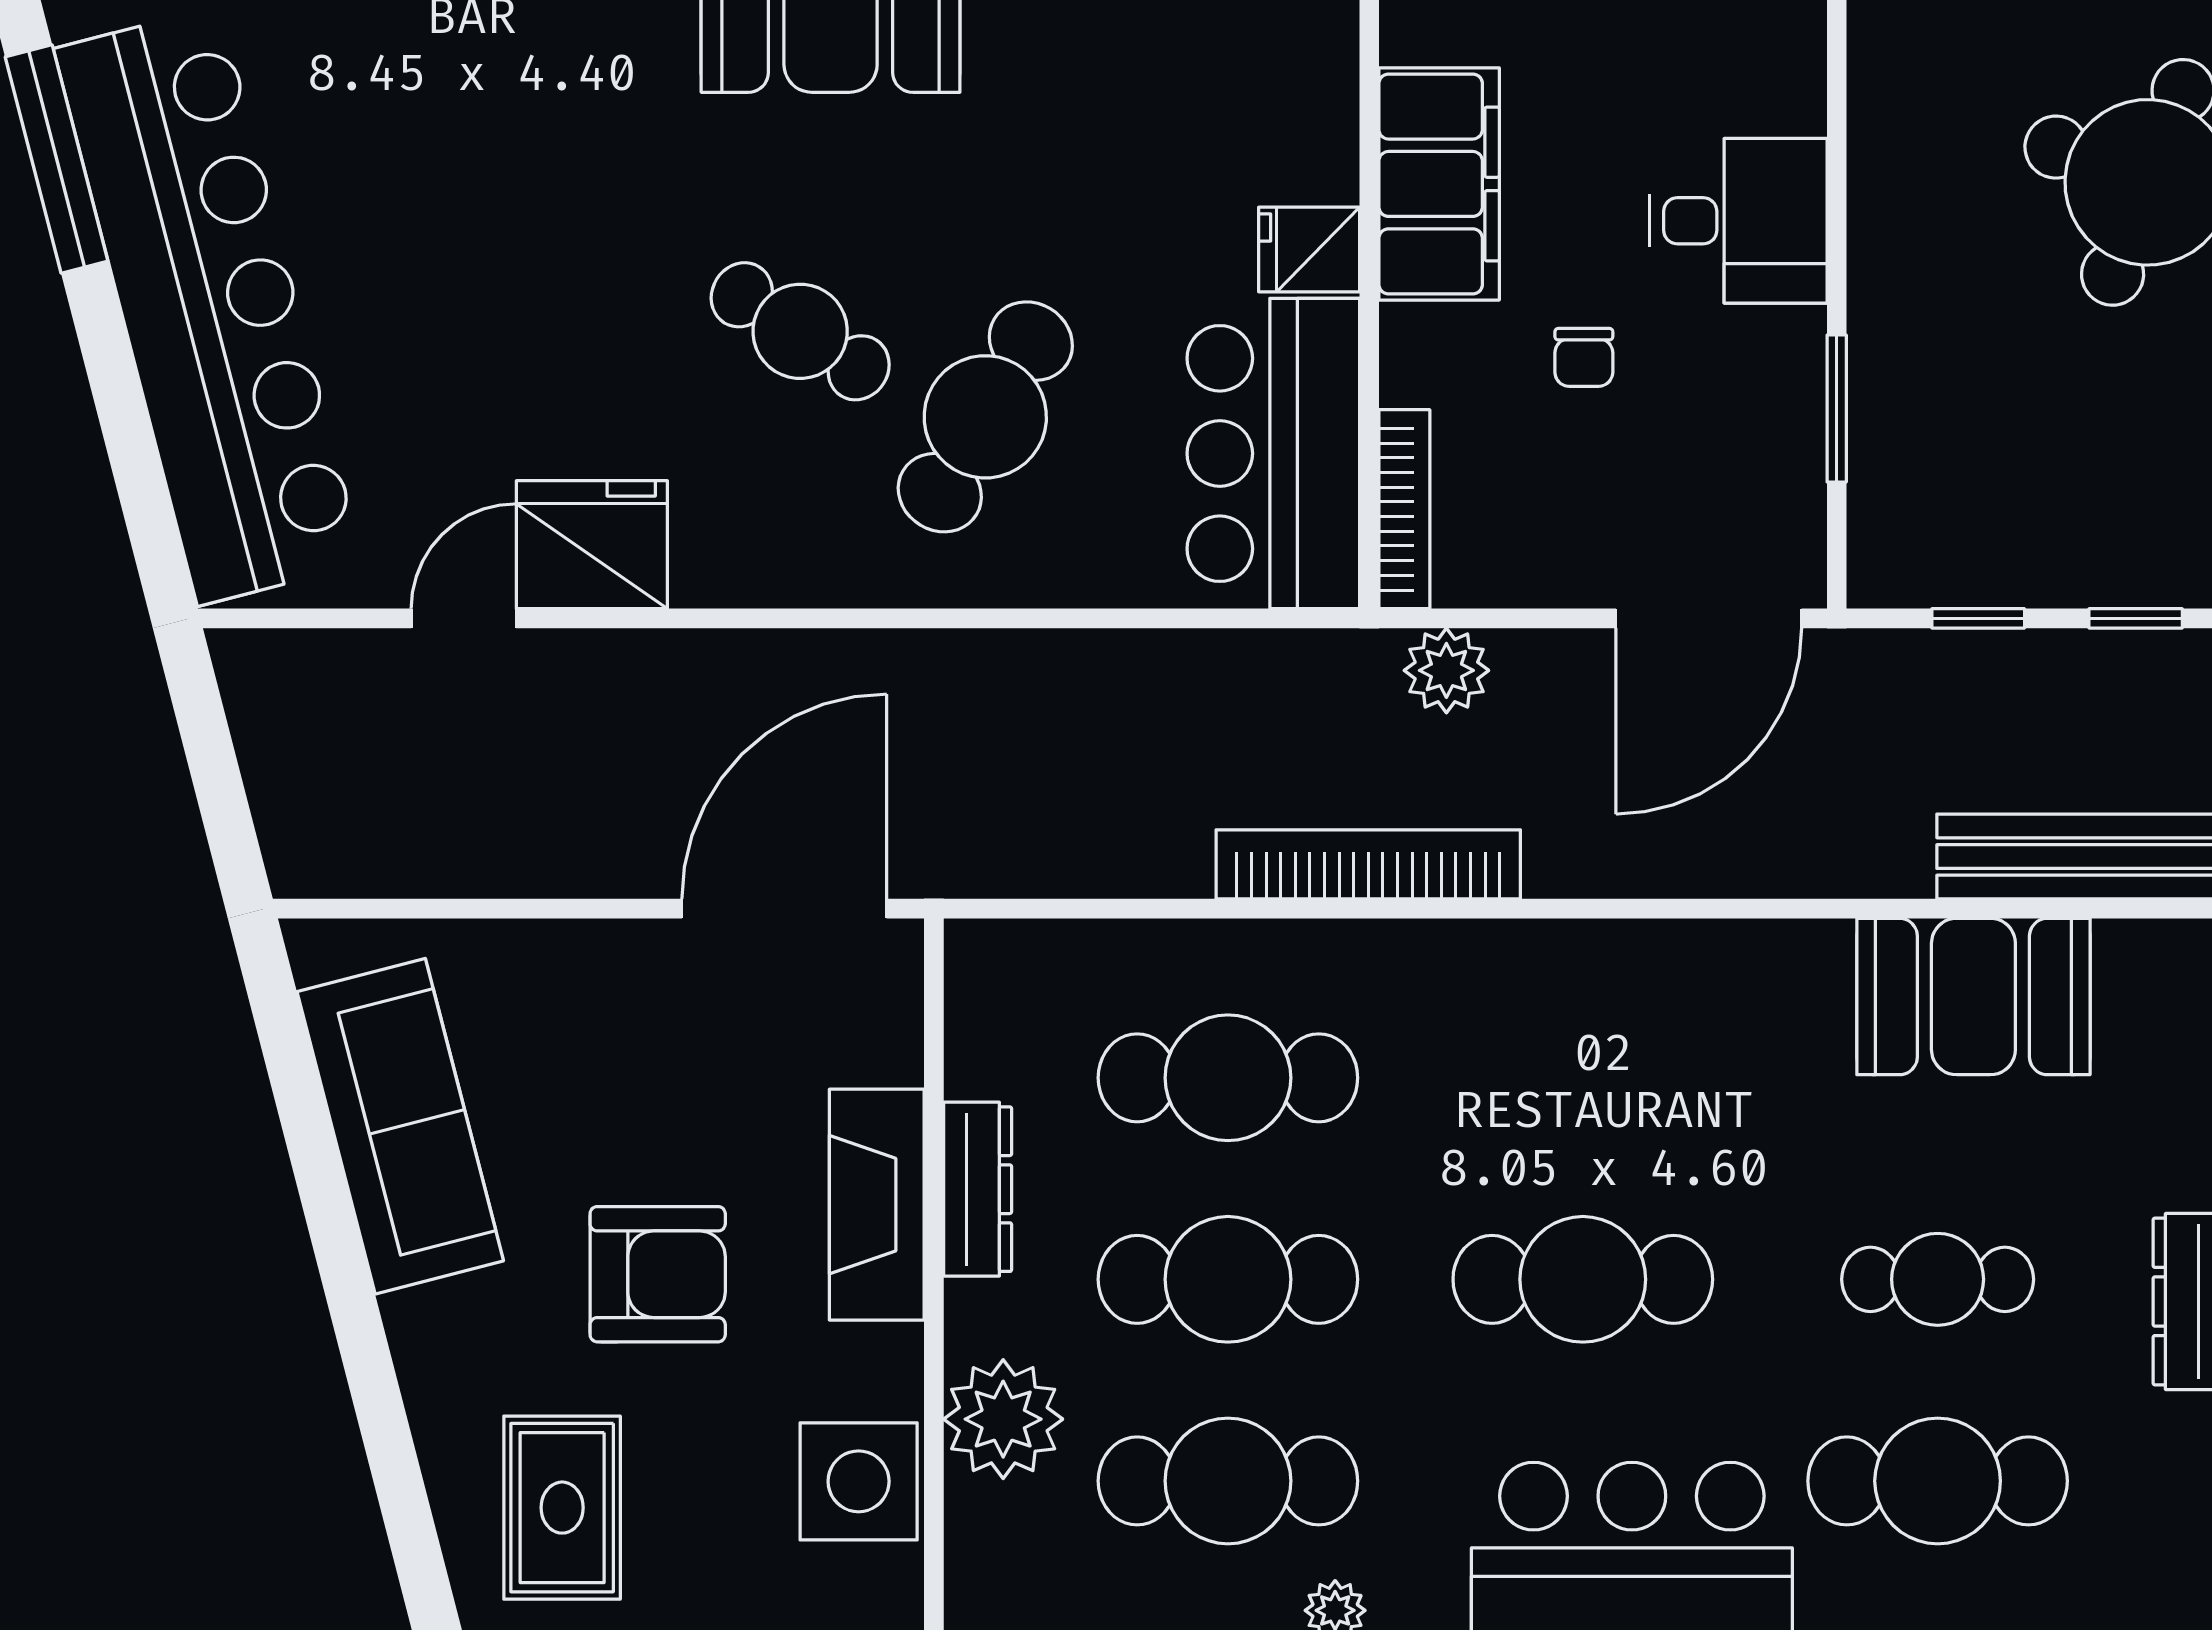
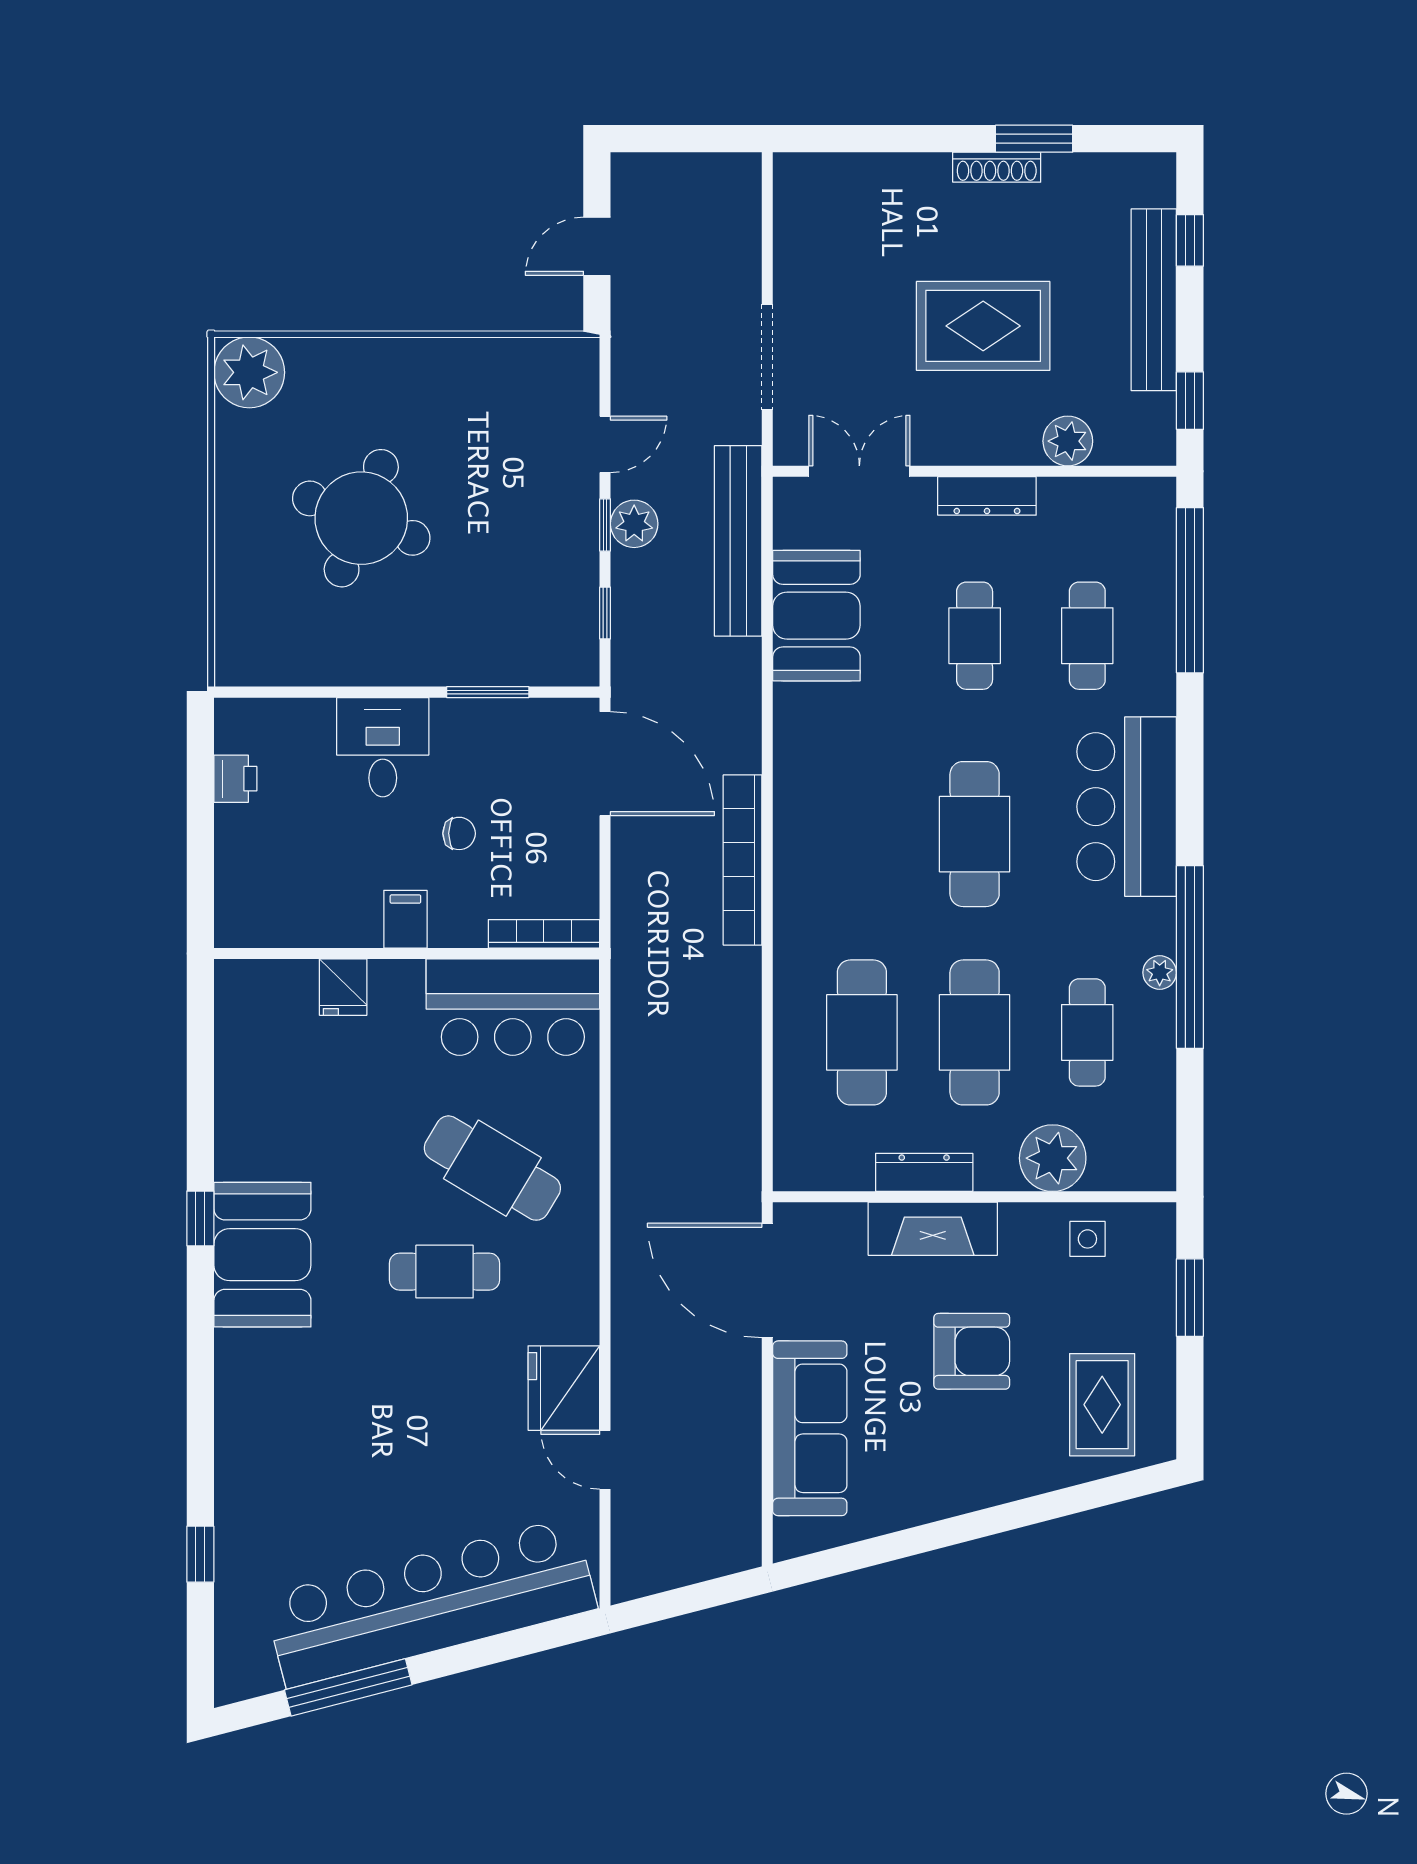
filing cabinet: (1439, 184) -> (405, 919), width x0.33, depth x0.86
fridge: (1309, 249) -> (343, 987), moved
cafe table: (800, 331) -> (445, 1272), turned 58
plant: (1446, 670) -> (634, 524), moved
bookcase: (1368, 864) -> (743, 860), moved
sofa: (400, 1126) -> (810, 1428), moved, turned 104
armchair: (658, 1274) -> (972, 1351), turned 90
side table: (859, 1481) -> (1087, 1239), width x0.54, depth x0.54
cafe table: (1228, 1481) -> (1087, 1032), width x0.73, depth x0.74
cafe table: (1938, 1481) -> (1087, 636), width x0.73, depth x0.74
rug: (562, 1508) -> (1102, 1405), turned 90

